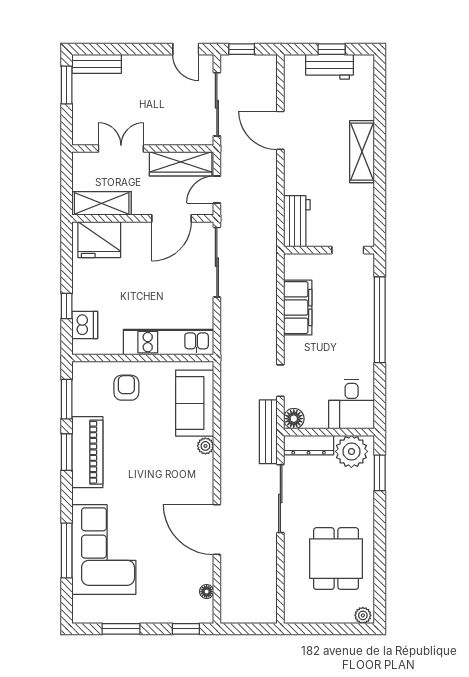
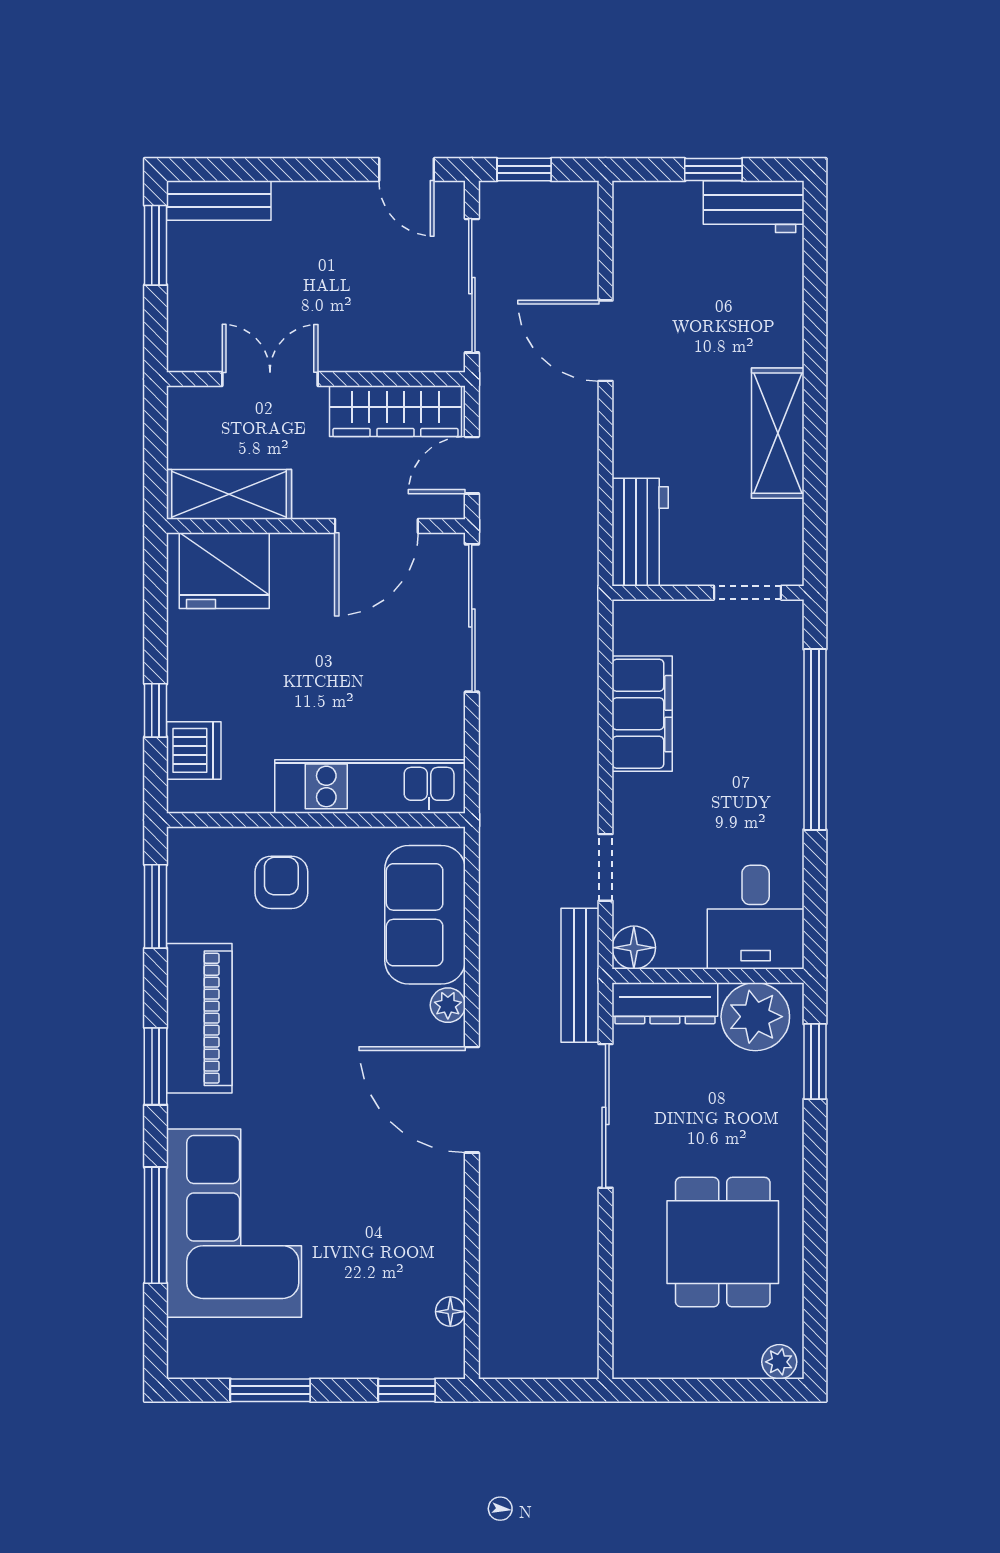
workbench: (329, 67) -> (754, 207), moved
shelving: (362, 152) -> (778, 433), moved
window: (67, 452) -> (156, 1066), moved
door: (217, 530) -> (472, 1100), moved

